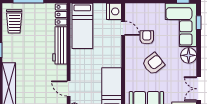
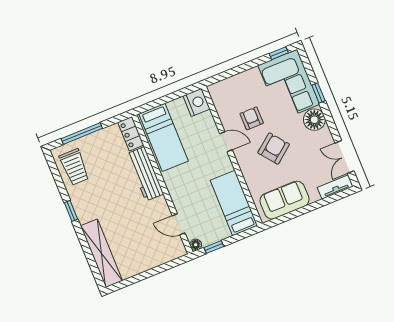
window: (199, 23) -> (318, 93), moved
door: (123, 28) -> (226, 142), moved

